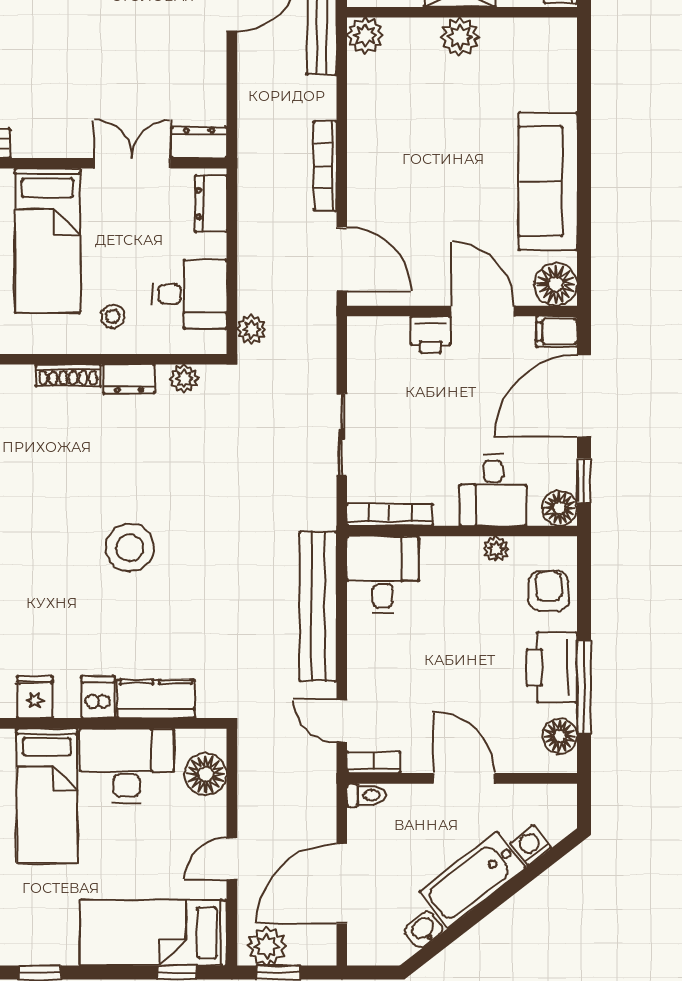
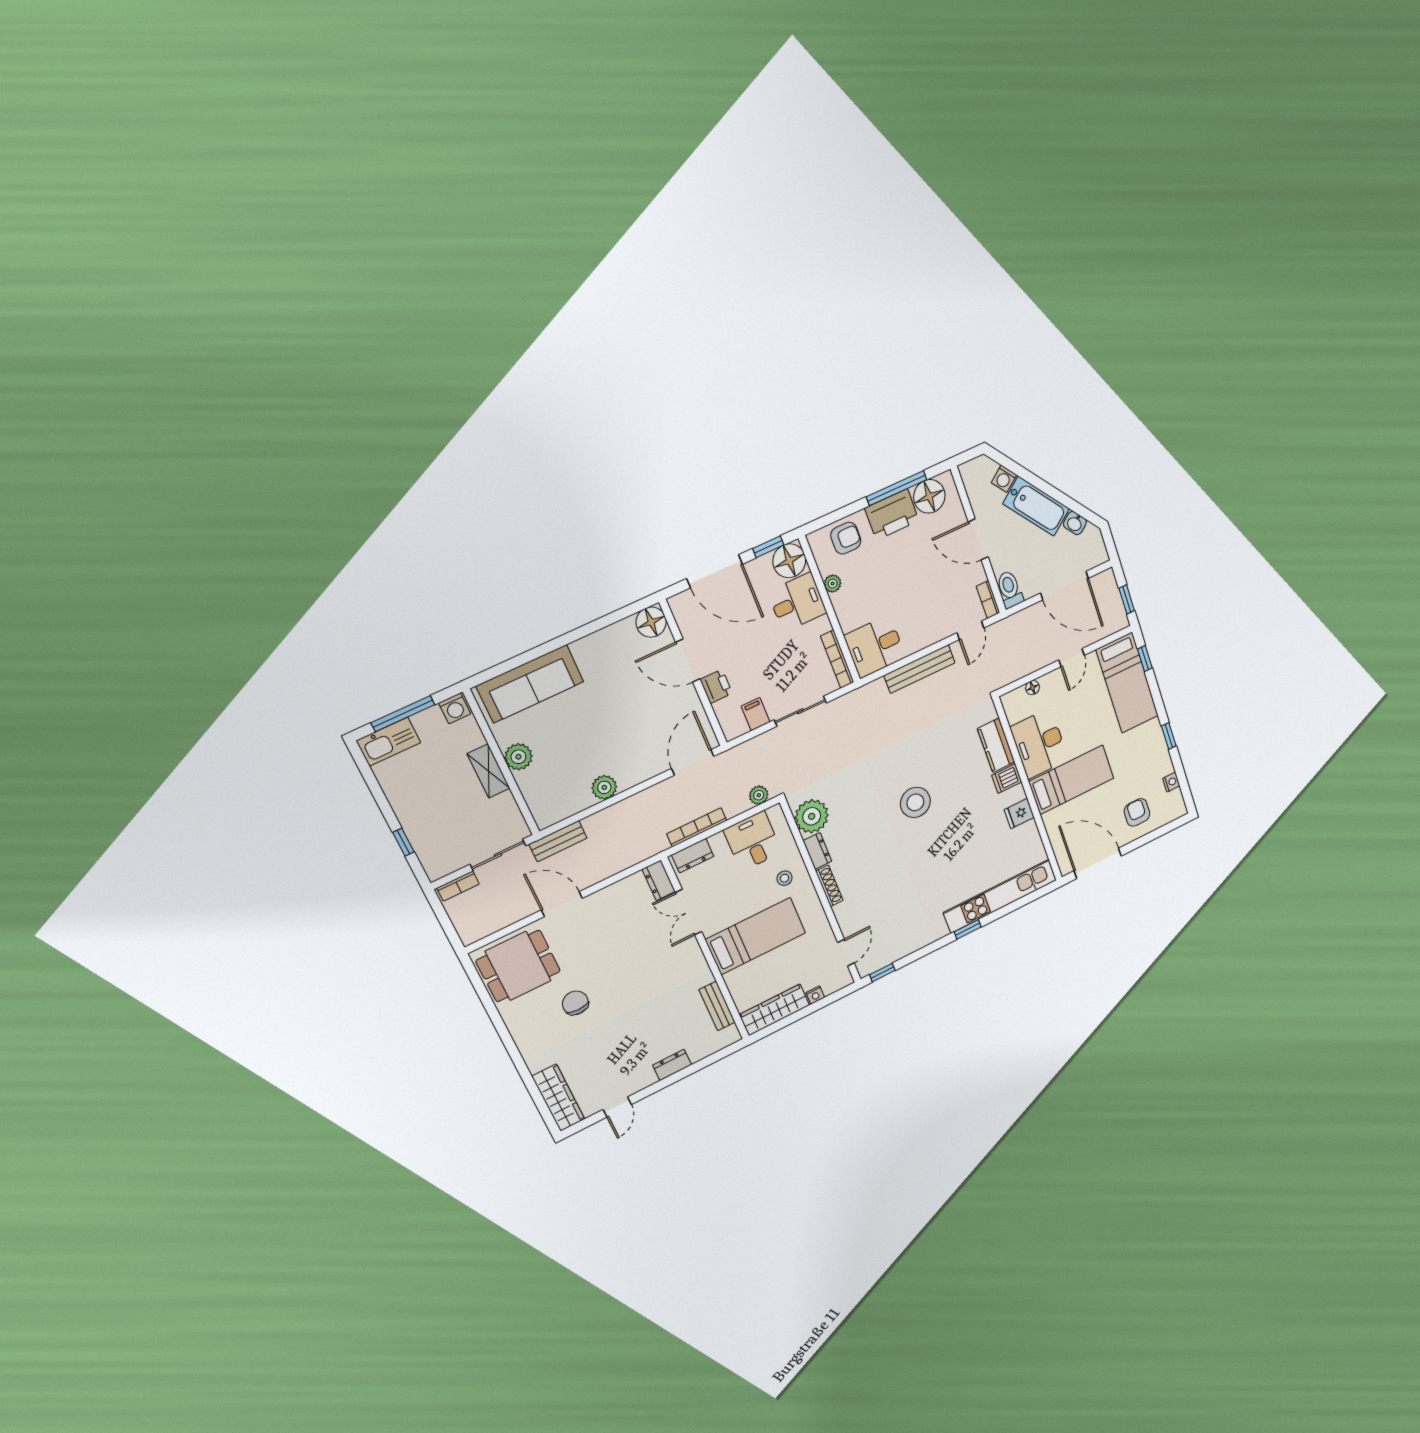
plant: (365, 35) -> (604, 787), moved
bookcase: (325, 166) -> (697, 827), moved, turned 180
sofa: (548, 181) -> (530, 684), moved
door: (483, 311) -> (688, 661), hinge flipped
filing cabinet: (557, 332) -> (756, 714), moved, turned 180
plant: (184, 378) -> (812, 816), width x1.87, depth x1.87
floor lamp: (560, 508) -> (789, 561), width x1.38, depth x1.38
armchair: (549, 591) -> (846, 538), turned 180
bench: (318, 606) -> (919, 669), width x0.73, depth x0.82
floor lamp: (560, 736) -> (929, 496), width x1.38, depth x1.38
floor lamp: (206, 774) -> (1032, 688), width x0.53, depth x0.53
door: (464, 778) -> (978, 539), hinge flipped
toilet: (366, 795) -> (1010, 589), width x1.37, depth x1.39
door: (232, 859) -> (1072, 658), hinge flipped
plant: (266, 946) -> (1114, 614), removed

